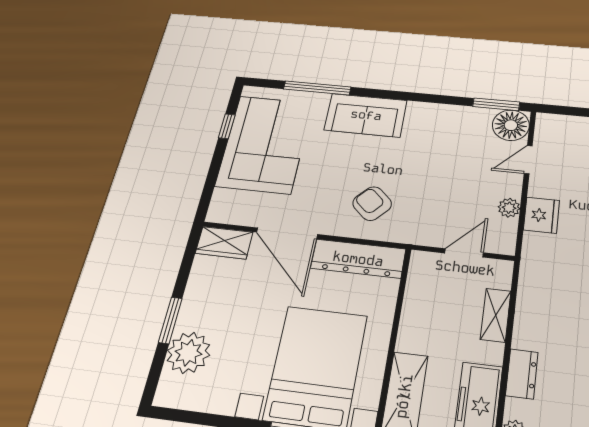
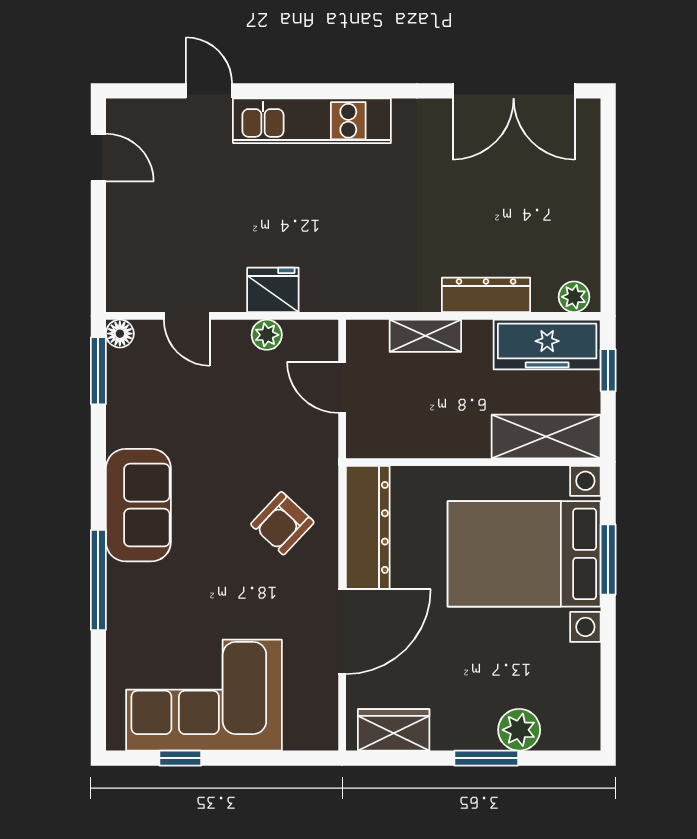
window: (317, 88) -> (98, 580), moved
sofa: (366, 115) -> (138, 505), moved
floor lamp: (511, 125) -> (120, 334), width x0.53, depth x0.53
wardrobe: (224, 243) -> (394, 730), moved, turned -90
plant: (188, 353) -> (519, 730), width x0.73, depth x0.73
dresser: (522, 374) -> (486, 295), width x1.44

